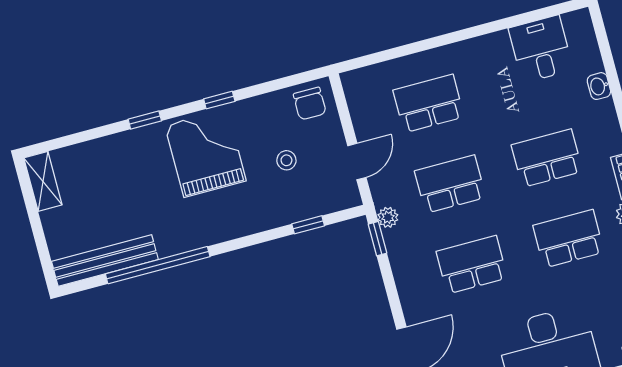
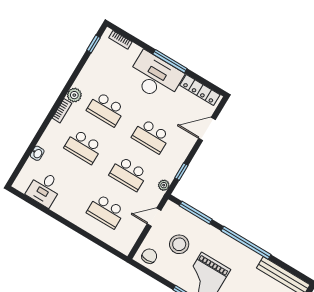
stool: (286, 160) -> (179, 244), width x1.89, depth x1.89
window: (308, 225) -> (196, 213), width x2.17
window: (378, 239) -> (181, 172), moved
window: (158, 265) -> (246, 243), moved

